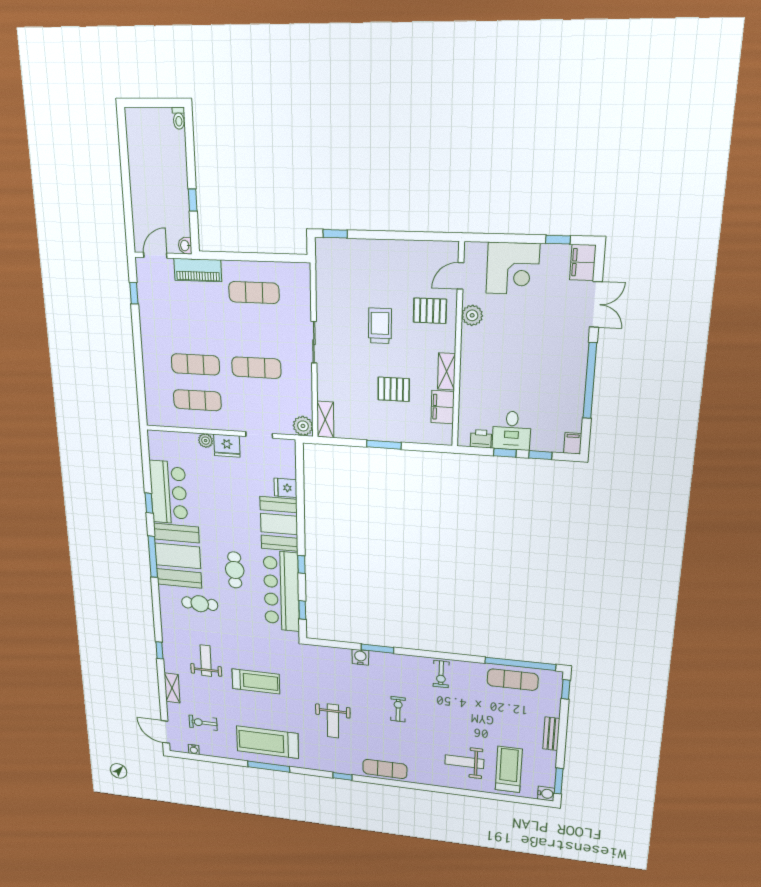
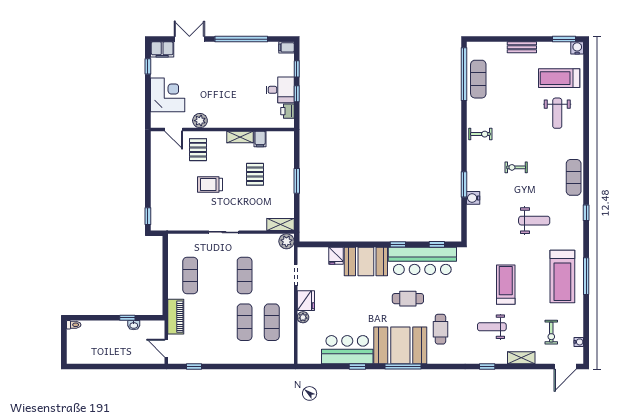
washbasin: (185, 246) -> (134, 325), moved
filing cabinet: (443, 407) -> (260, 139), width x0.50
window: (566, 689) -> (482, 39), removed

